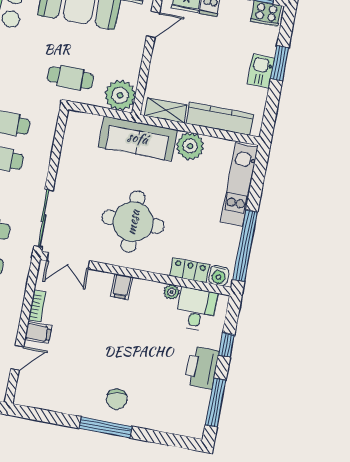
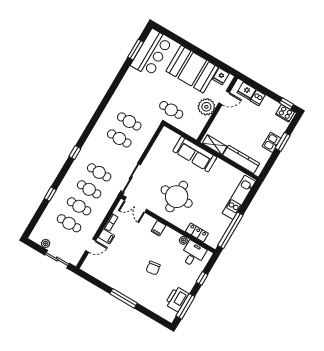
plant: (120, 95) -> (206, 107), moved
plant: (190, 146) -> (221, 168), removed
water cooler: (219, 276) -> (211, 241), removed
printer: (202, 368) -> (177, 299), moved
chair: (117, 399) -> (153, 268), moved

